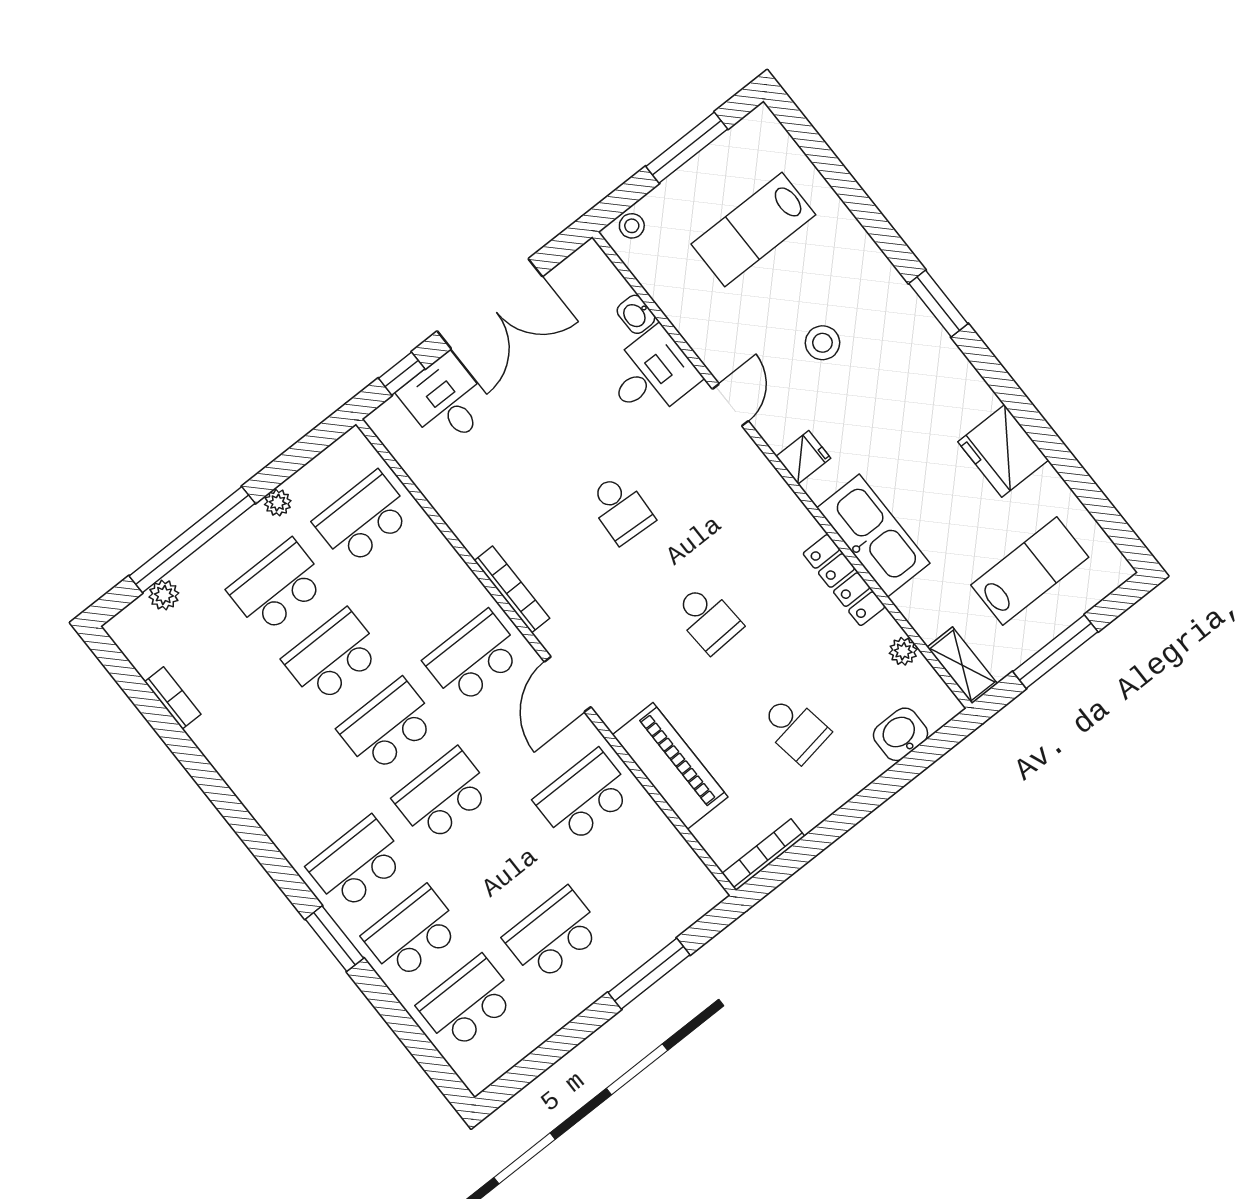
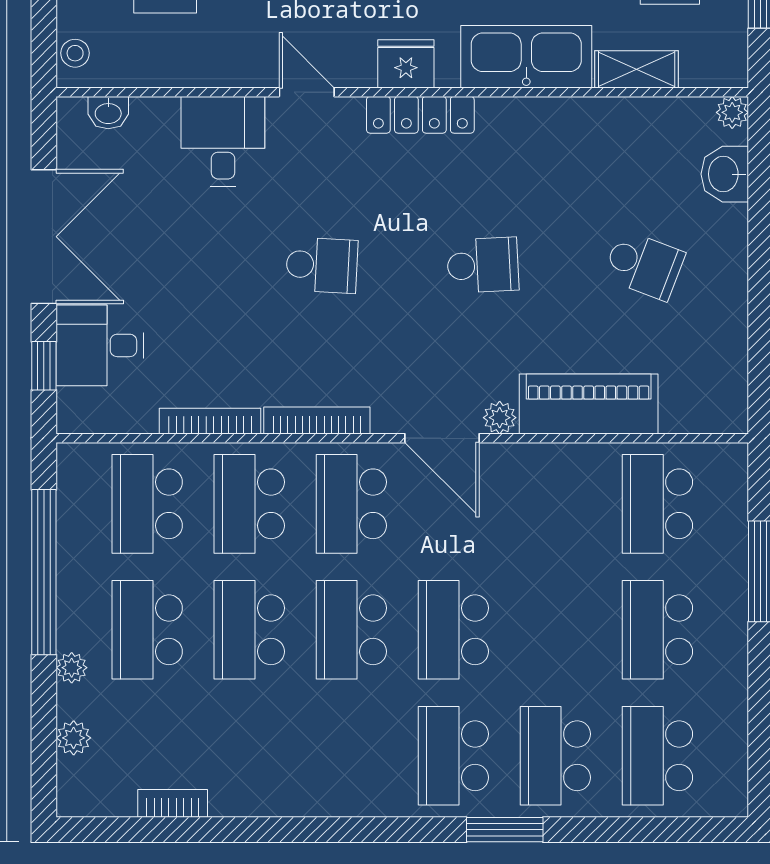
washbasin: (636, 314) -> (108, 113), moved
fridge: (803, 457) -> (406, 64), width x1.38
plant: (278, 503) -> (72, 668), moved
window: (192, 540) -> (44, 572), moved
locker: (844, 580) -> (420, 115), moved
school desk: (419, 588) -> (249, 504), added
plant: (903, 651) -> (732, 112), moved
shelving: (962, 665) -> (637, 69), moved
plant: (613, 712) -> (500, 418), added
school desk: (795, 729) -> (644, 265), turned 30
school desk: (584, 797) -> (657, 504), moved
bookcase: (764, 855) -> (210, 421), moved, turned 90

